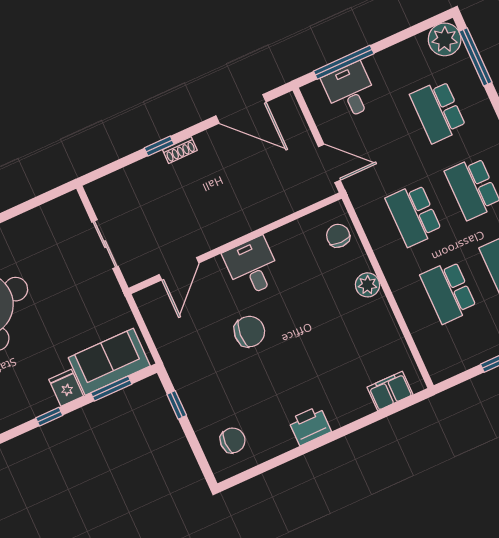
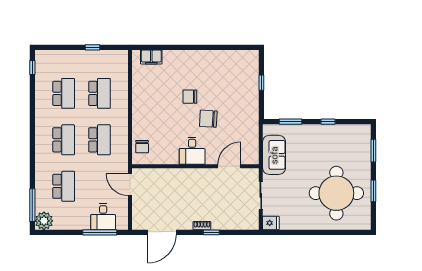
door: (241, 109) -> (162, 232), swing flipped
plant: (368, 285) -> (138, 115), removed
sofa: (109, 362) -> (274, 155), moved, turned -90
fridge: (66, 388) -> (271, 223), moved, turned -90
window: (177, 405) -> (261, 83), moved
printer: (310, 426) -> (199, 58), removed
chair: (233, 440) -> (190, 97), moved

